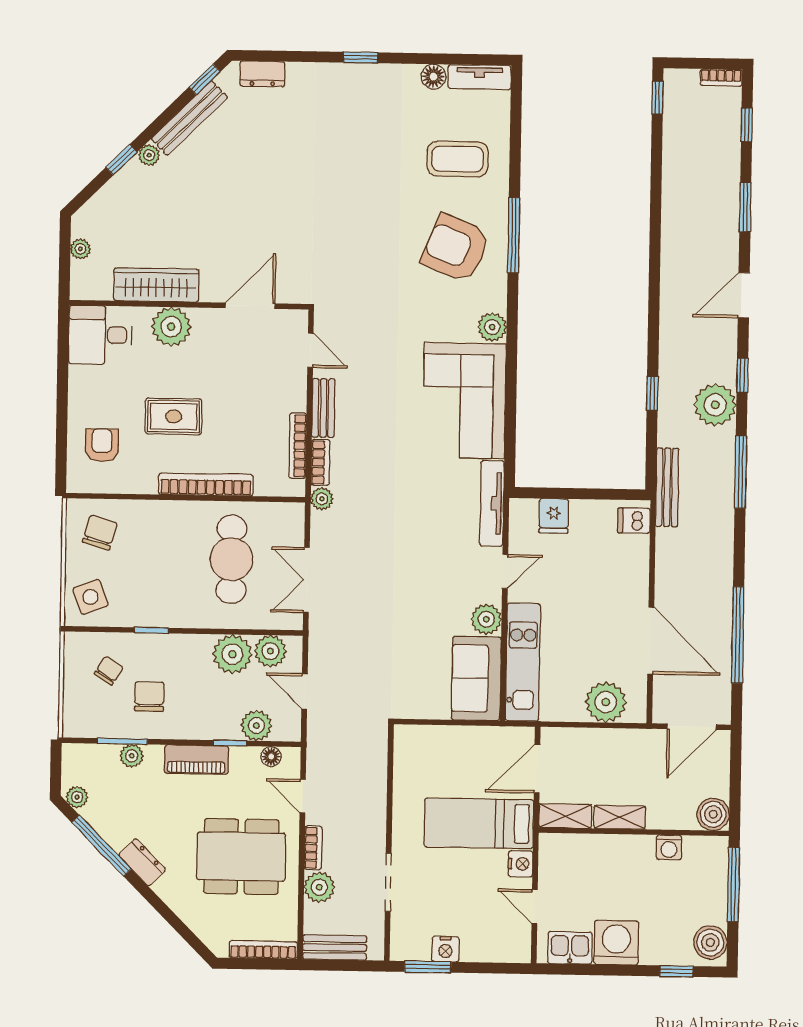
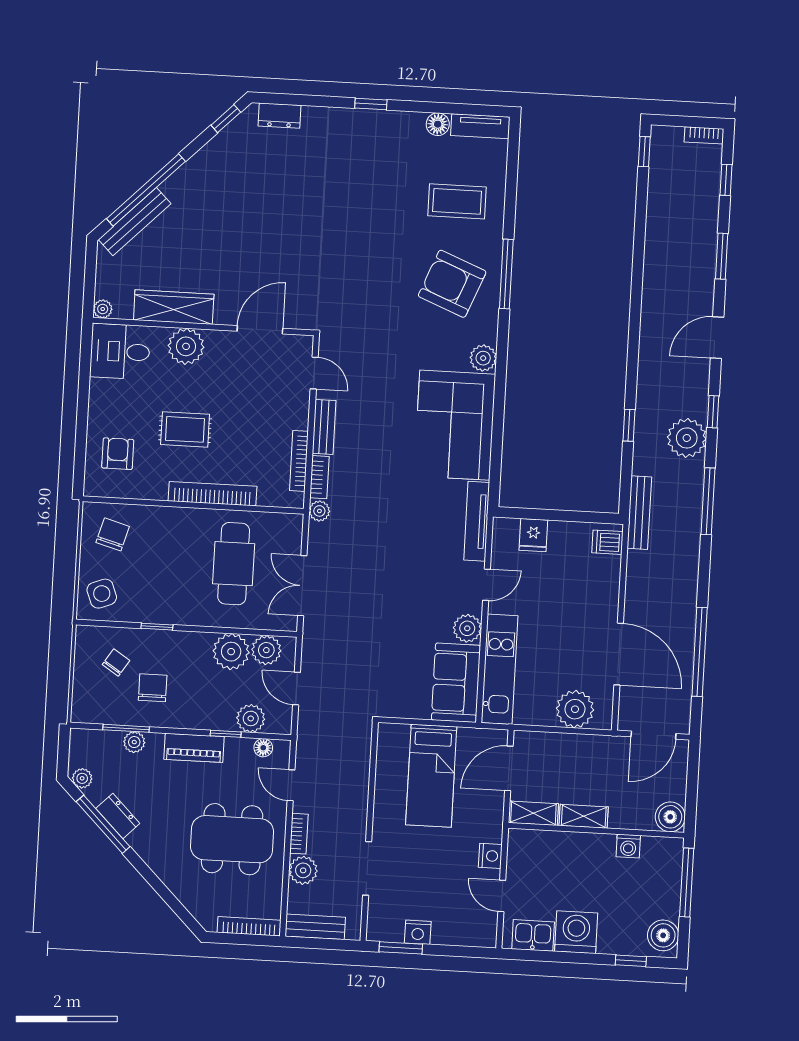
bench: (189, 118) -> (135, 222), moved
plant: (149, 155) -> (172, 187), removed
window: (121, 160) -> (146, 190), width x3.17
plant: (80, 249) -> (103, 309), moved
bed: (479, 823) -> (431, 776), moved, turned -90
dresser: (142, 862) -> (118, 816), moved

